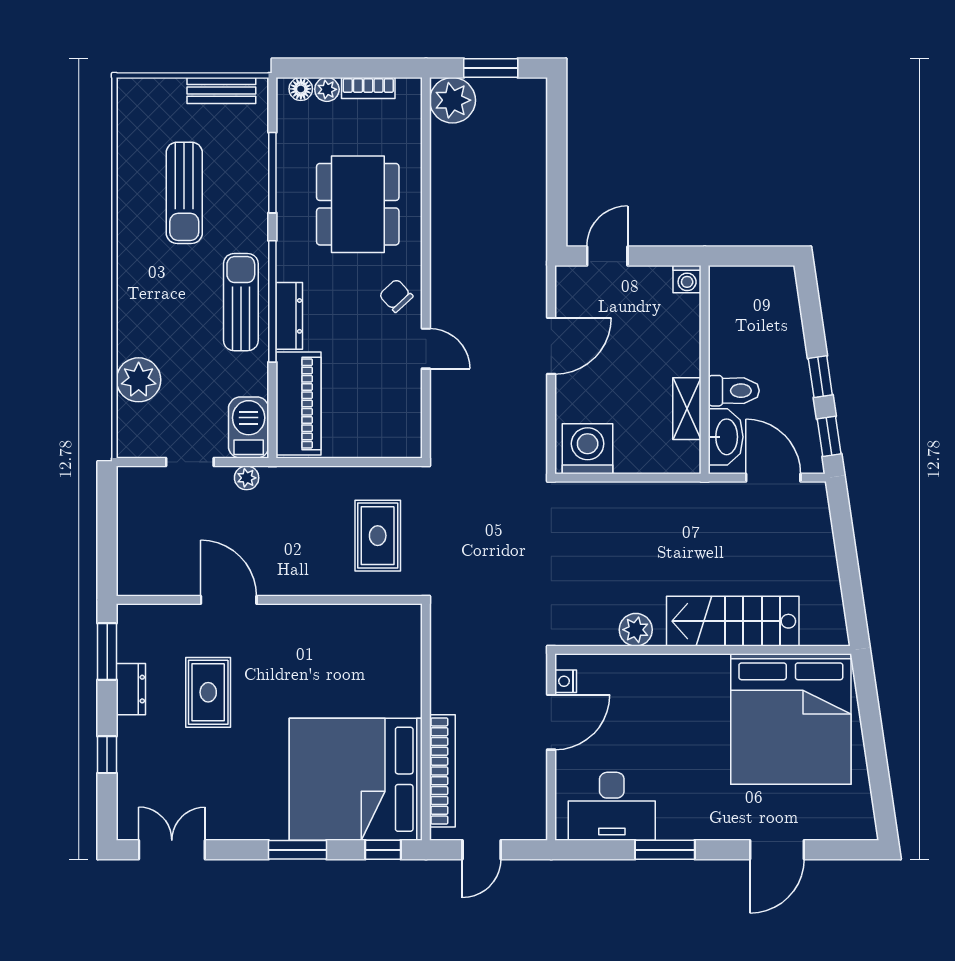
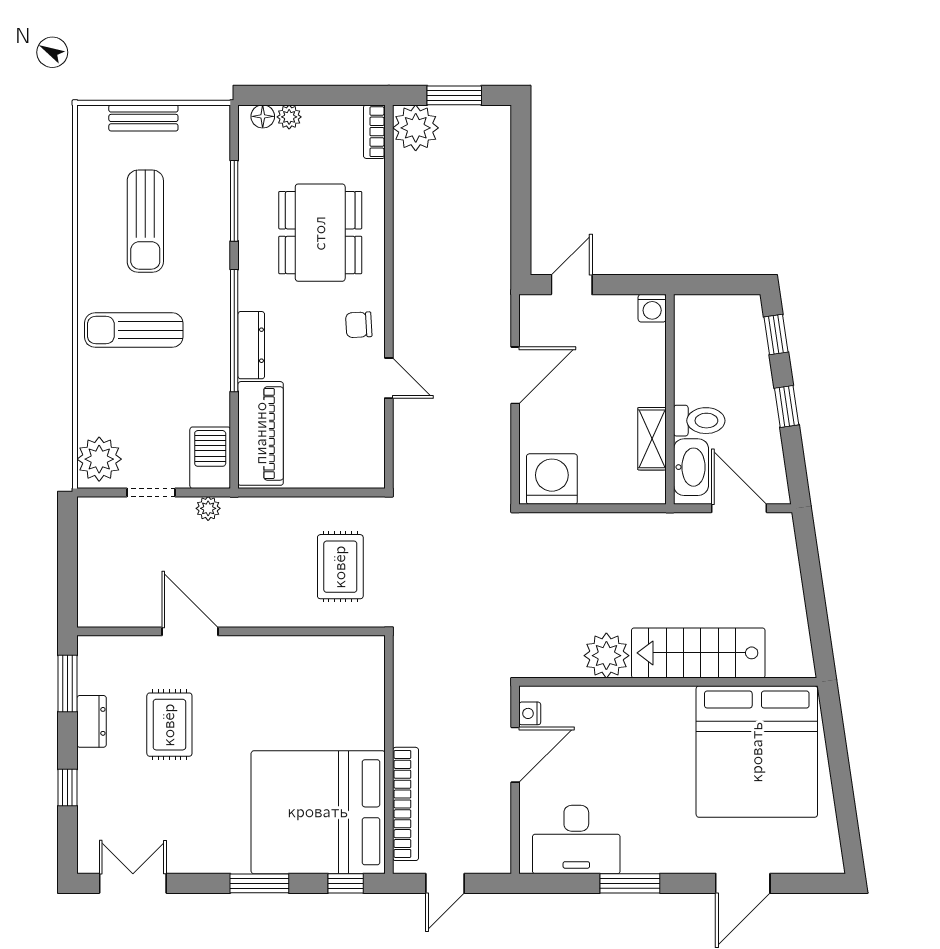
bookcase: (368, 88) -> (374, 132), moved, turned 90
bench: (221, 90) -> (143, 118), moved
chair: (396, 296) -> (359, 325), turned -50
sun lounger: (241, 302) -> (134, 330), moved, turned -90
plant: (139, 380) -> (99, 459), moved
window: (829, 436) -> (776, 334), moved
plant: (636, 630) -> (606, 656), width x1.36, depth x1.36

